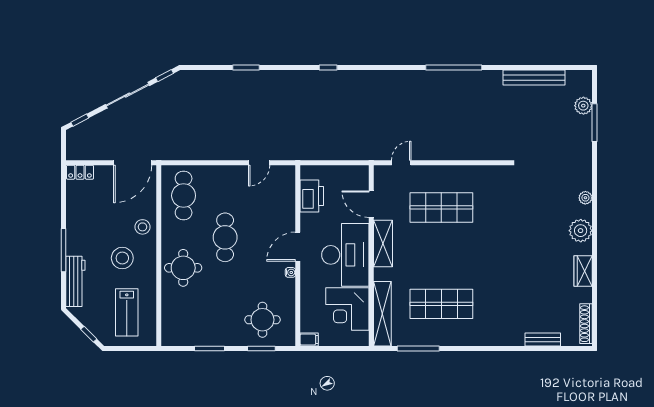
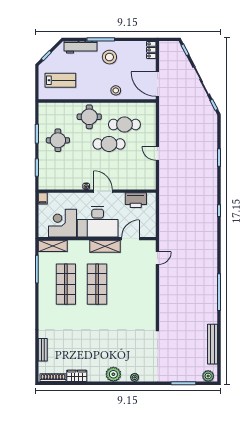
plant: (583, 106) -> (208, 376), moved
door: (259, 163) -> (157, 154), moved
door: (401, 163) -> (157, 258), hinge flipped
cafe table: (184, 196) -> (124, 125), moved
shop shelf: (441, 207) -> (97, 284), moved
stool: (122, 258) -> (109, 57), moved
wardrobe: (583, 271) -> (77, 376), moved
lab bench: (127, 312) -> (60, 80), turned 180
shelving: (382, 314) -> (53, 246), width x0.68
round table: (262, 320) -> (58, 140), moved

